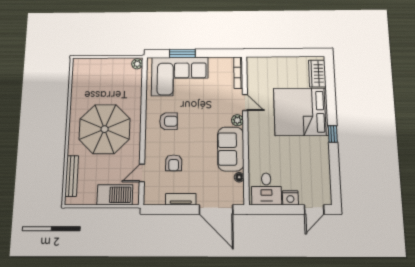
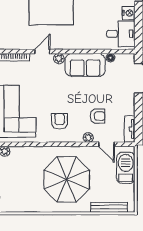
plant: (150, 153) -> (88, 138), added
tv unit: (181, 199) -> (130, 129), moved

